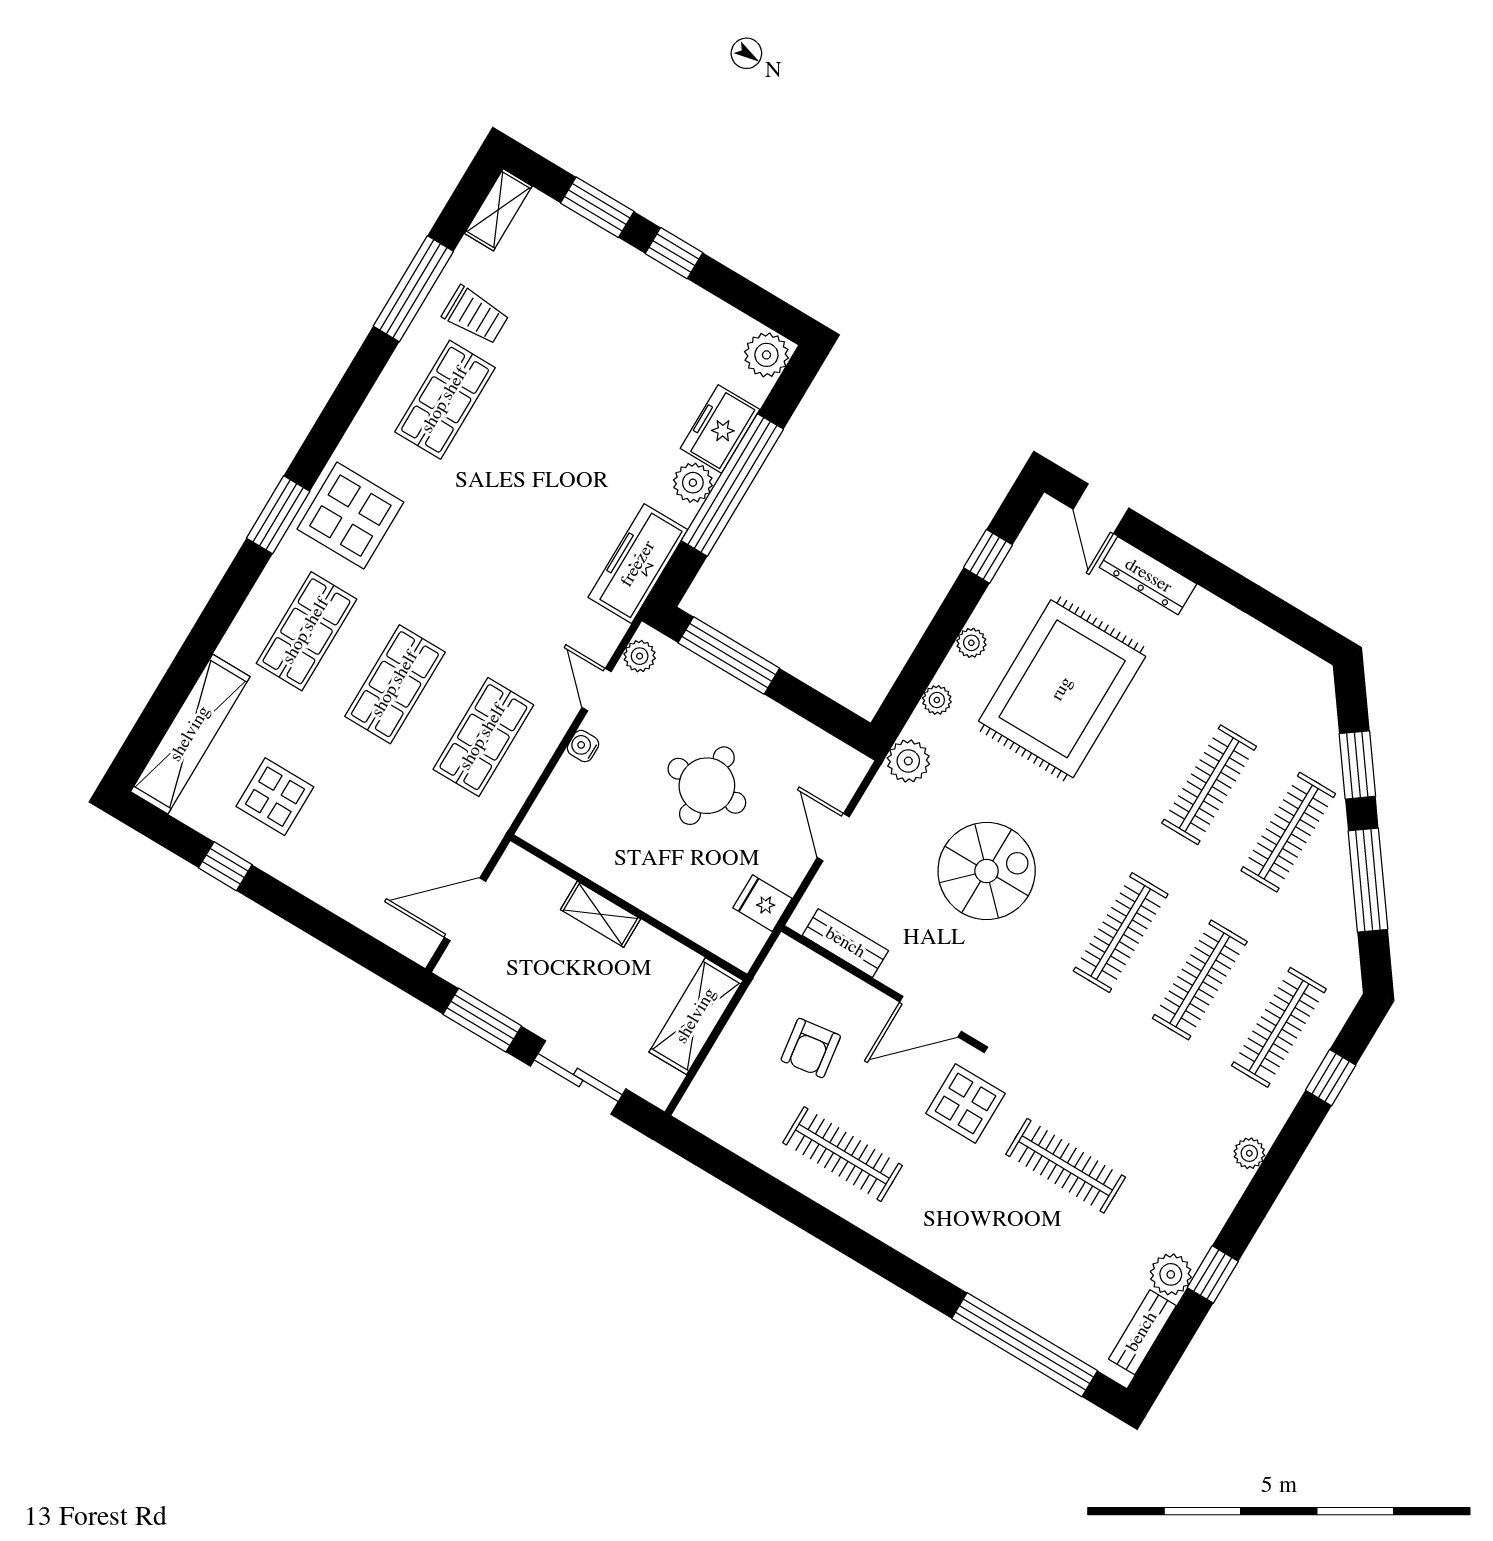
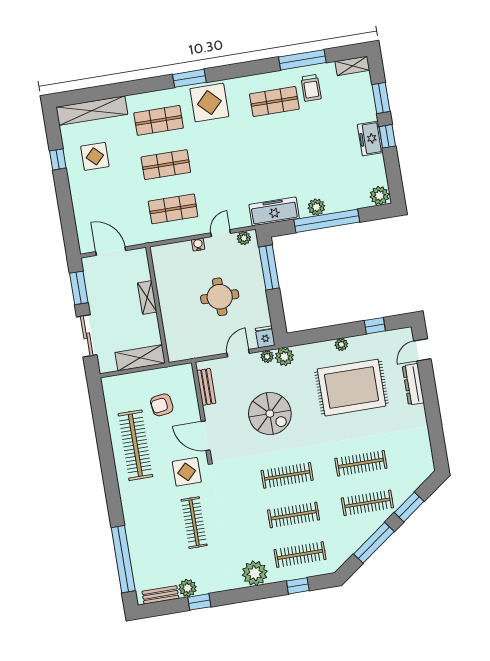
freezer: (720, 429) -> (370, 139), moved, turned -90
plant: (937, 700) -> (267, 357), moved
fridge: (762, 903) -> (265, 337), moved
plant: (1249, 1153) -> (255, 573), width x1.88, depth x1.88
clothes rail: (843, 1154) -> (135, 445), width x1.37, depth x1.31

